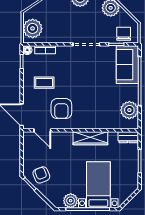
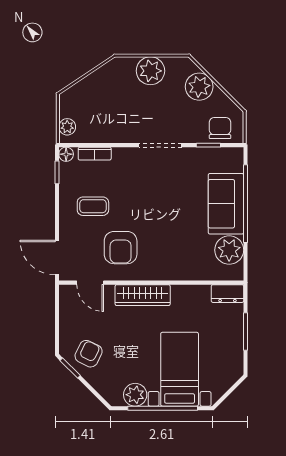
plant: (33, 28) -> (67, 127), width x0.53, depth x0.53
sofa: (127, 65) -> (226, 204), moved
wardrobe: (90, 138) -> (143, 295), moved
armchair: (41, 175) -> (89, 354), turned 48

